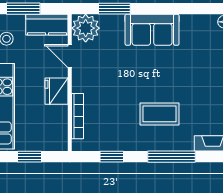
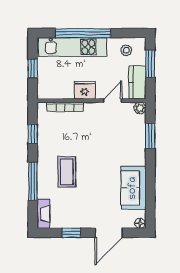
plant: (86, 28) -> (140, 108), width x0.53, depth x0.53
sofa: (152, 30) -> (133, 188), moved

